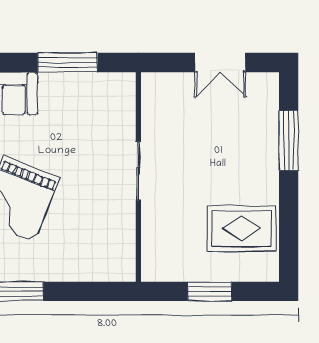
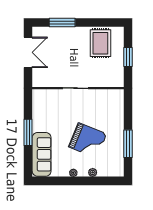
window: (68, 63) -> (28, 132), moved
double door: (220, 63) -> (28, 52), width x1.37

